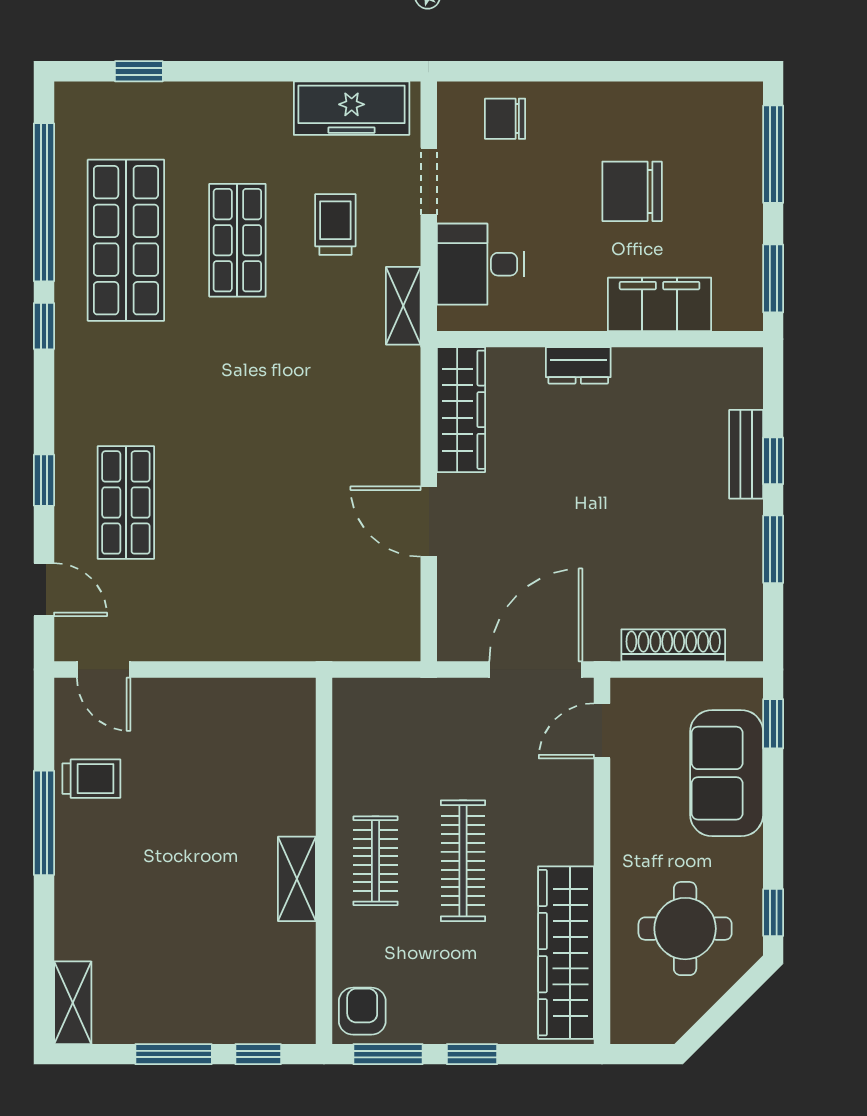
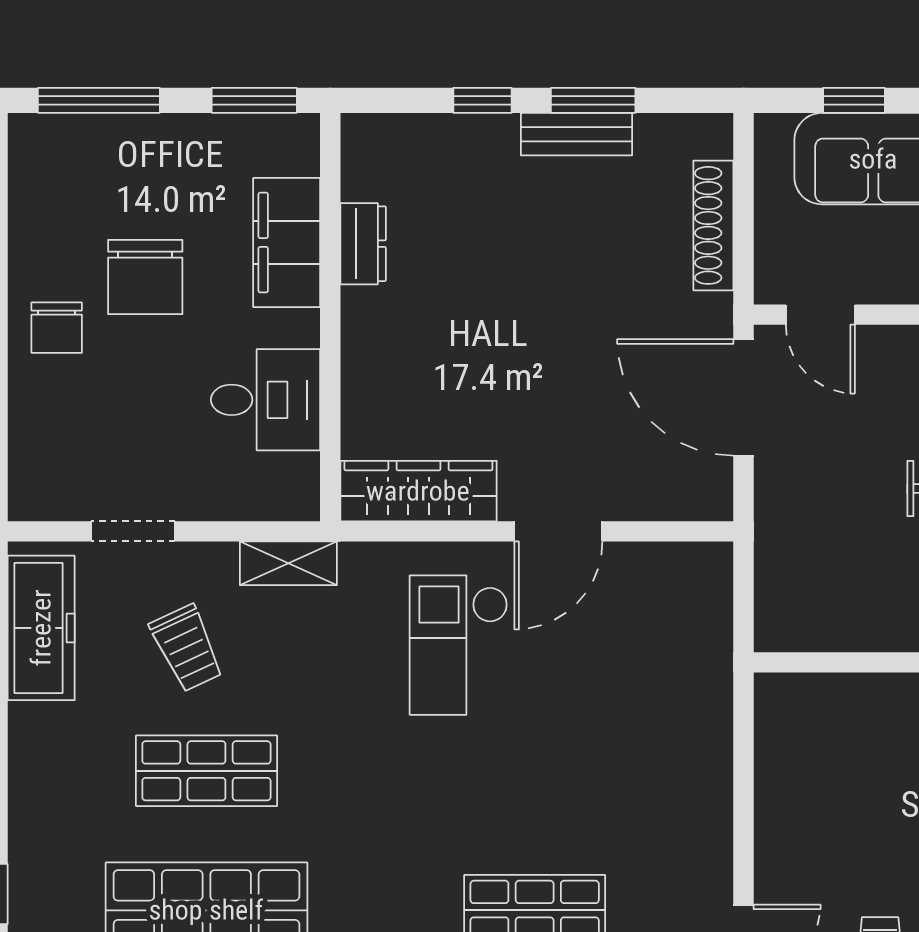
chair: (505, 119) -> (57, 328), moved
trolley: (335, 225) -> (187, 648), turned -115
desk: (480, 264) -> (265, 400), moved, turned -90
dresser: (578, 365) -> (363, 244), moved
checkout: (338, 442) -> (459, 645), added
bench: (746, 454) -> (576, 134), moved
window: (773, 724) -> (854, 100), moved

